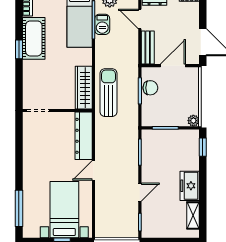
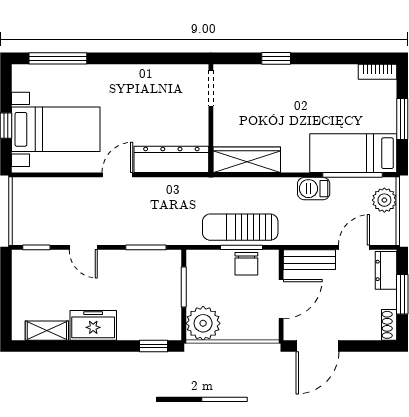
barbecue: (102, 24) -> (314, 189), moved
cot: (34, 38) -> (324, 81), removed
window: (19, 49) -> (276, 58), moved
door: (173, 66) -> (281, 299), hinge flipped
sun lounger: (108, 93) -> (240, 227), moved, turned 180
plant: (193, 121) -> (203, 323), width x1.88, depth x1.88
door: (94, 170) -> (117, 175), hinge flipped

